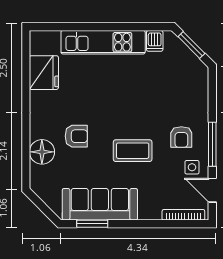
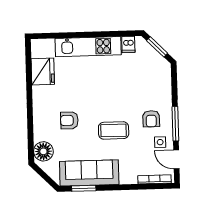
armchair: (76, 136) -> (69, 120), turned 180
floor lamp: (42, 152) -> (43, 151), moved

